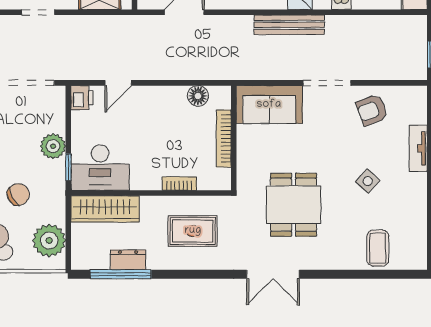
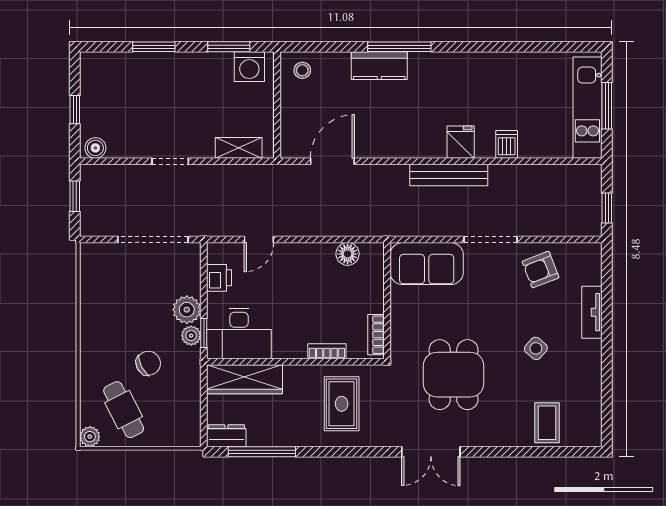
printer: (82, 98) -> (219, 278), moved
bookcase: (224, 139) -> (376, 335), moved, width x0.64
rug: (193, 231) -> (342, 404), turned 90
plant: (49, 241) -> (191, 336), moved, width x0.53, depth x0.53
dresser: (128, 260) -> (226, 436), moved

